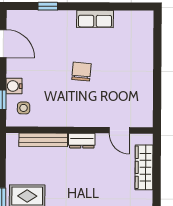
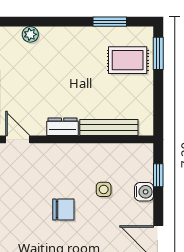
chair: (81, 72) -> (63, 210), turned -95
side table: (24, 108) -> (104, 189), moved

